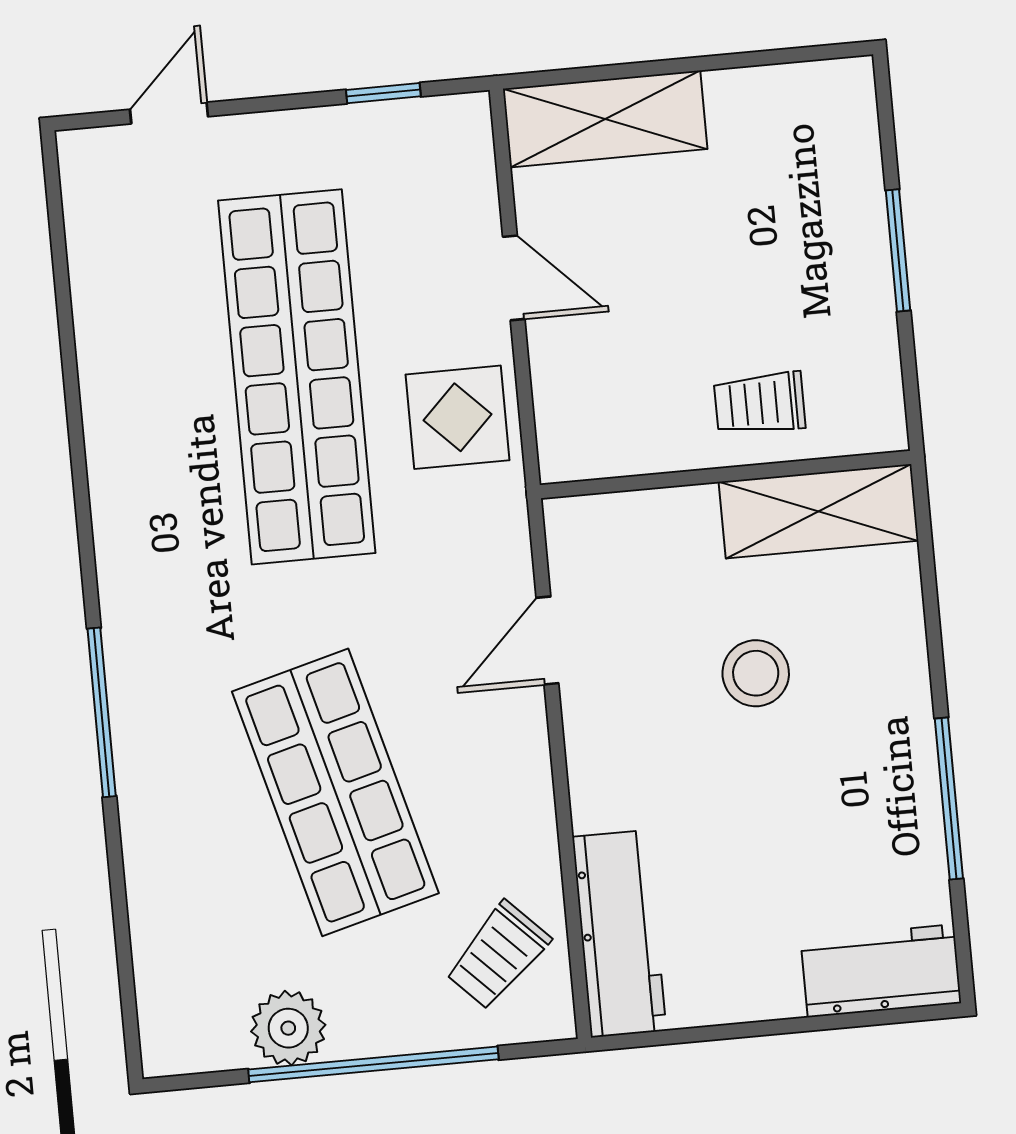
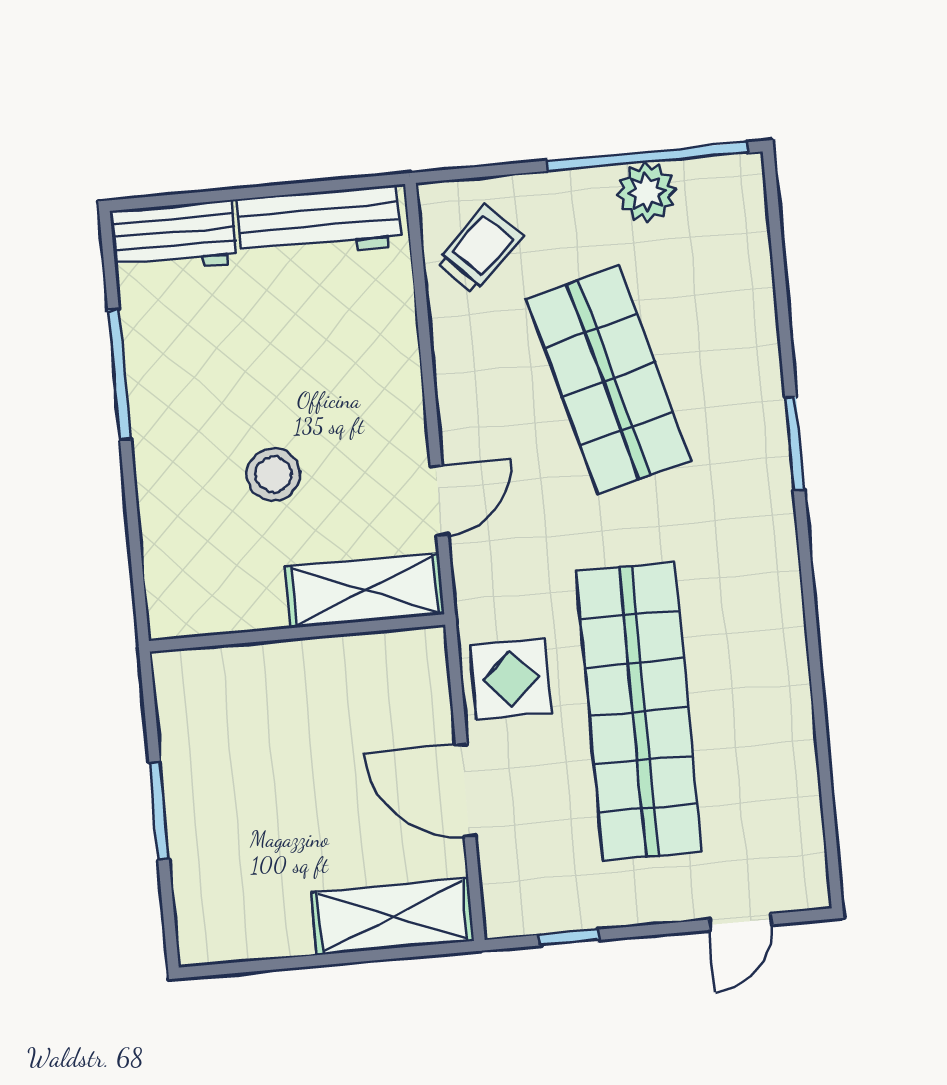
door: (514, 278) -> (466, 790), width x1.38
trolley: (760, 403) -> (270, 690), removed
shelving: (819, 511) -> (365, 591), moved
window: (102, 712) -> (795, 444), width x0.69
workbench: (619, 934) -> (319, 222), moved, turned -90
window: (373, 1064) -> (647, 157), moved

